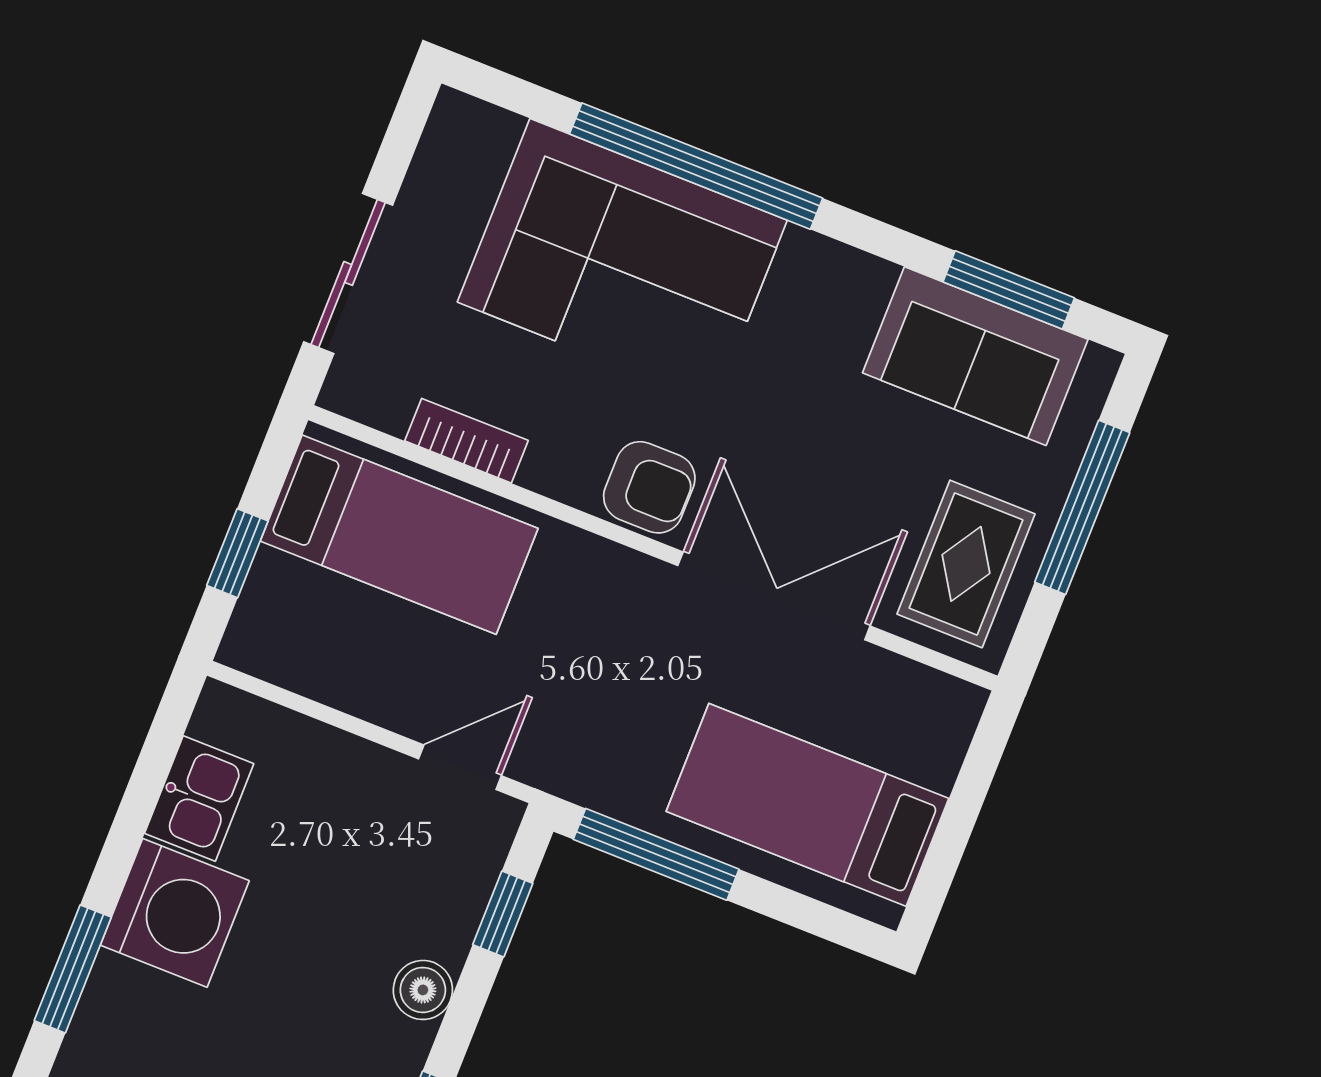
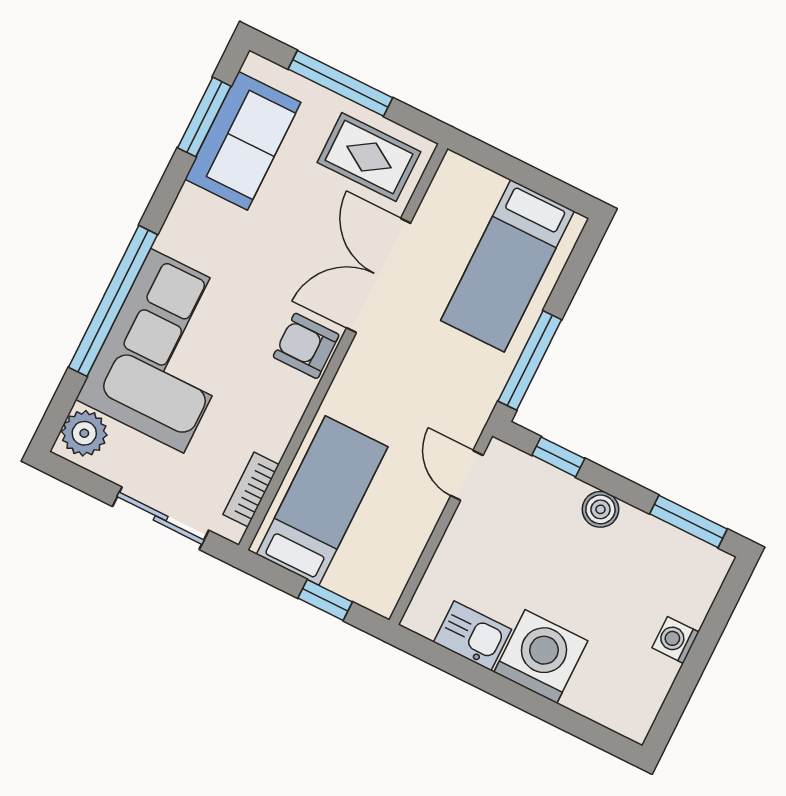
plant: (476, 137) -> (84, 433), added
bookcase: (466, 441) -> (251, 490), moved
armchair: (649, 487) -> (306, 346), turned -90
window: (73, 969) -> (570, 721), removed

